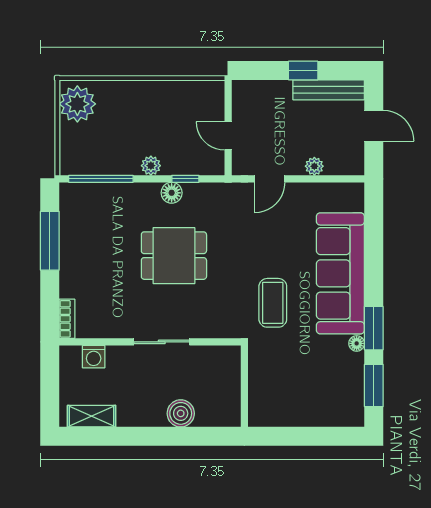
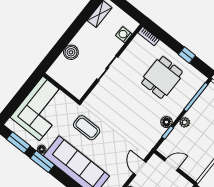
window: (50, 241) -> (187, 55), width x0.46
dining table: (174, 256) -> (162, 77), moved
corner sofa: (297, 392) -> (41, 108), added

